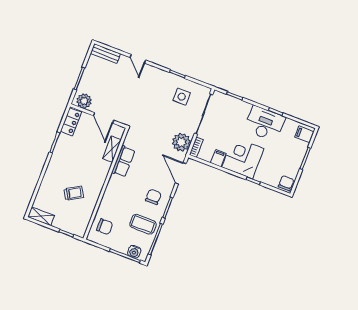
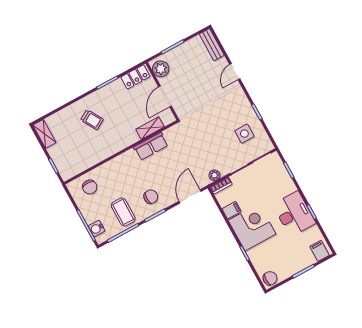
plant: (181, 142) -> (214, 175), width x0.53, depth x0.53
trolley: (74, 193) -> (92, 120), moved

